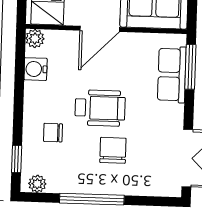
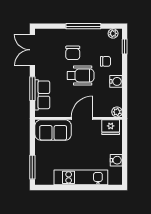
window: (190, 67) -> (32, 89), moved
water cooler: (36, 69) -> (116, 81), moved
wheelchair: (100, 108) -> (80, 75), turned 180

